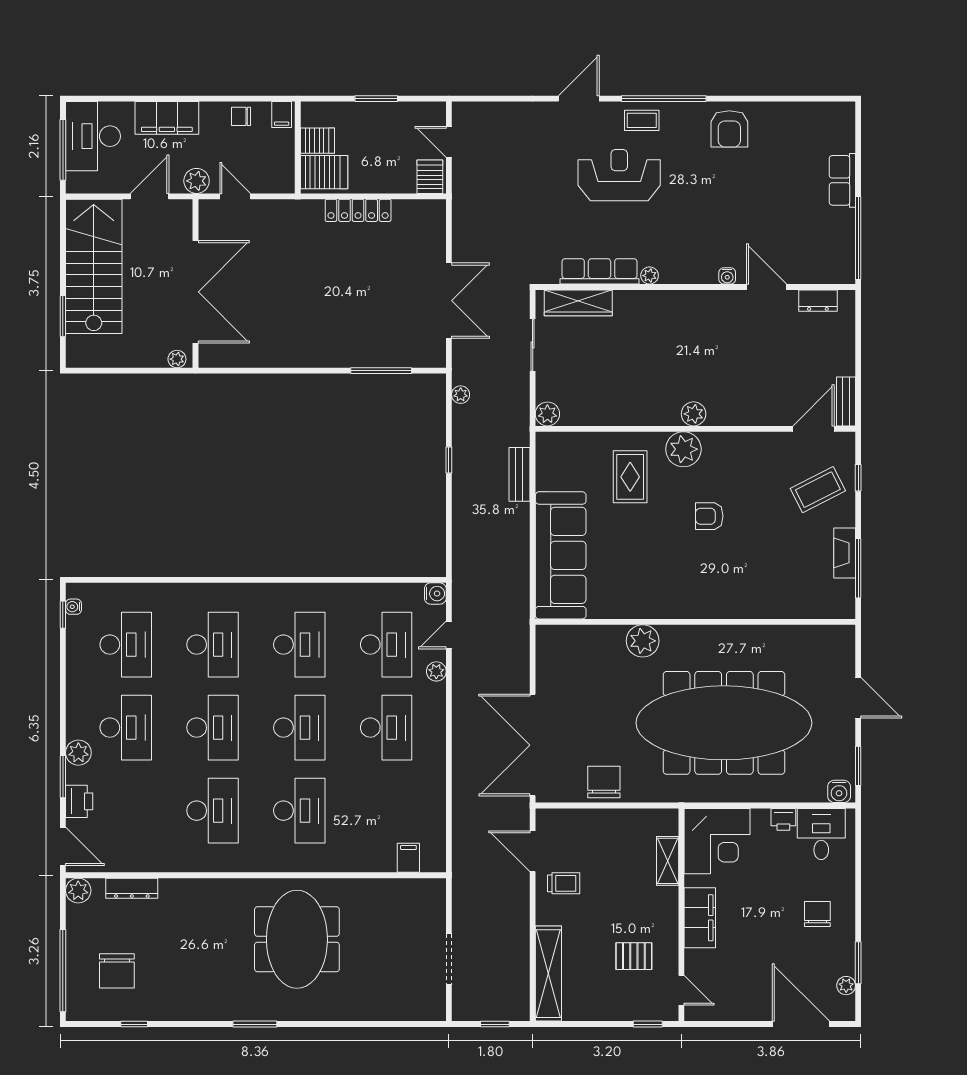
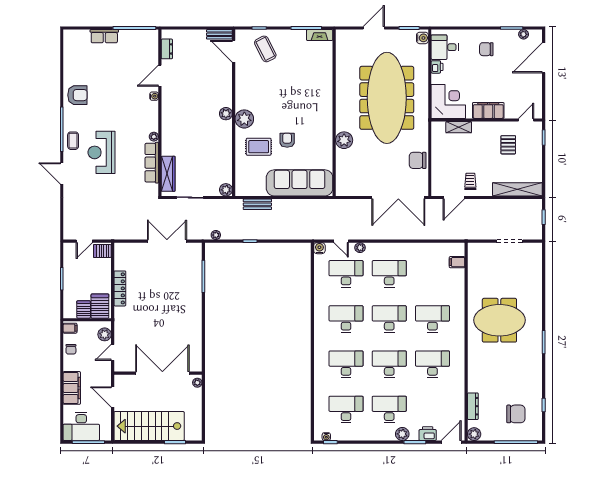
plant: (197, 181) -> (105, 334), moved
armchair: (709, 516) -> (287, 140), moved, turned 180
fireplace: (845, 553) -> (320, 35), moved

